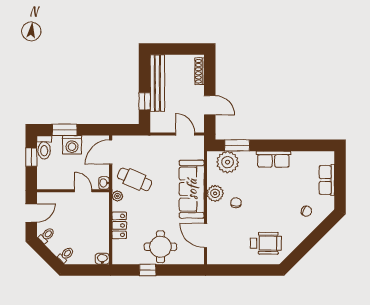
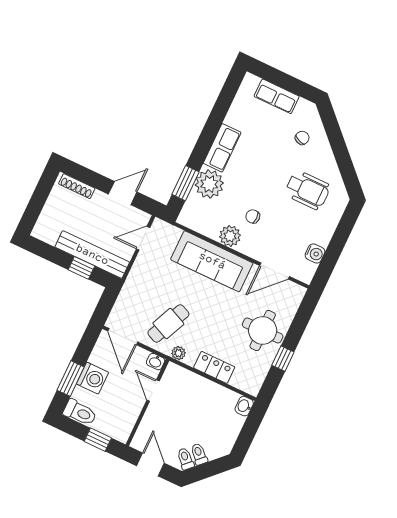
bench: (157, 83) -> (92, 255), moved
window: (31, 157) -> (98, 440), moved
plant: (228, 162) -> (209, 184), moved
door: (83, 191) -> (153, 391), hinge flipped
wheelchair: (266, 243) -> (307, 190), moved, turned 90
toilet: (66, 255) -> (199, 454), moved
water cooler: (231, 258) -> (315, 253), added

